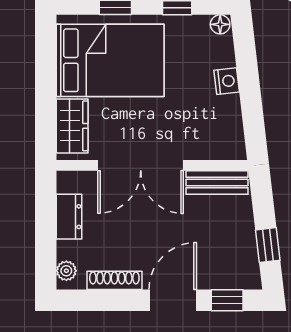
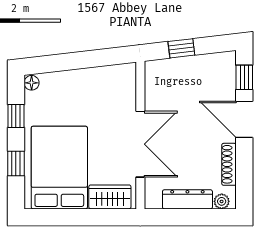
nightstand: (227, 81) -> (75, 78), removed
bench: (217, 182) -> (154, 85), removed
dresser: (69, 217) -> (187, 199), width x1.44
window: (268, 245) -> (181, 48), moved

